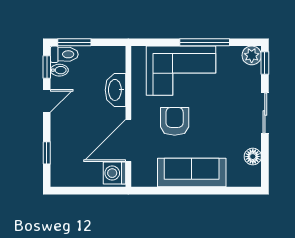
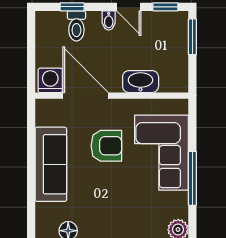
toilet: (64, 54) -> (76, 26), moved
bidet: (59, 70) -> (109, 20), moved

